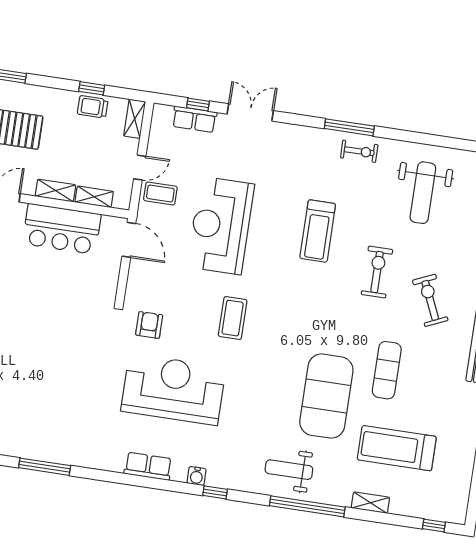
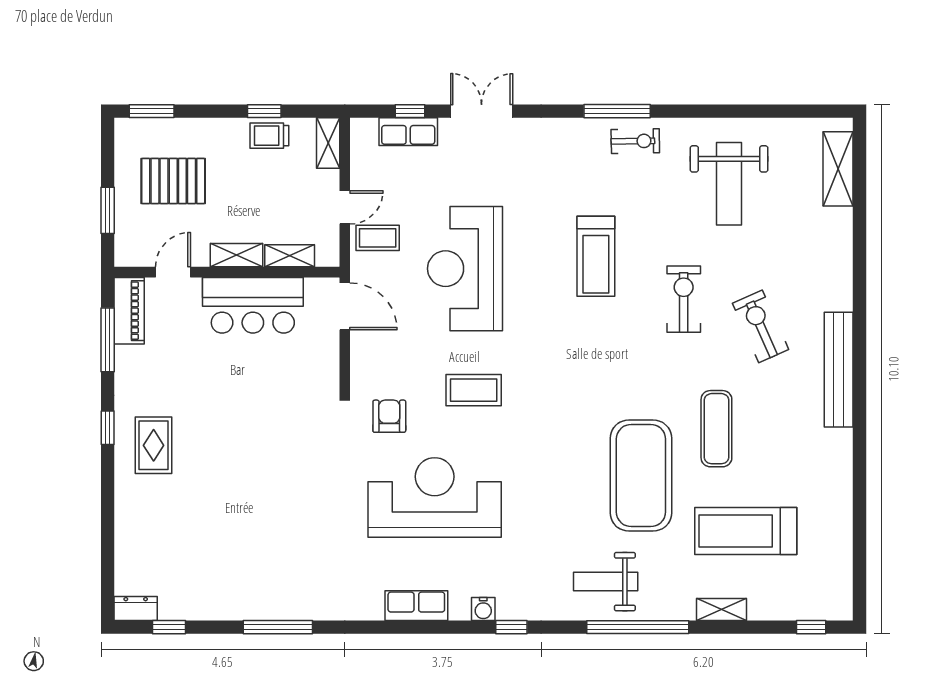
coffee table: (233, 318) -> (474, 390), moved, turned 90

